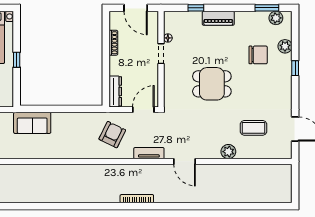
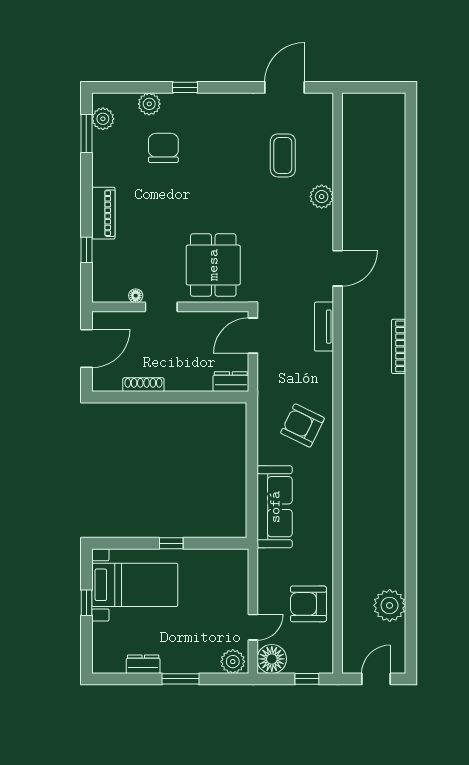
dining table: (212, 84) -> (213, 265), moved
dresser: (115, 91) -> (231, 382), width x0.70
door: (143, 110) -> (253, 336), hinge flipped
sofa: (32, 123) -> (275, 507), width x1.36
armchair: (112, 135) -> (302, 425), moved

